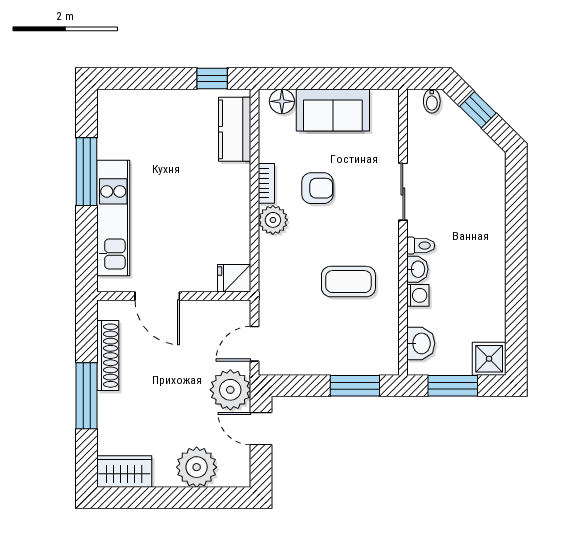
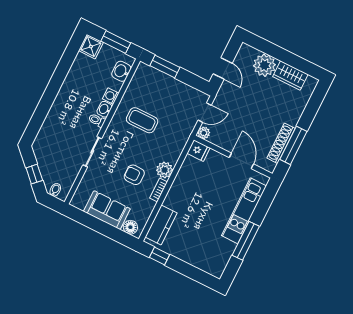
plant: (230, 390) -> (204, 133), moved, width x0.53, depth x0.53
window: (87, 396) -> (293, 145), moved
wardrobe: (124, 471) -> (290, 75), moved

